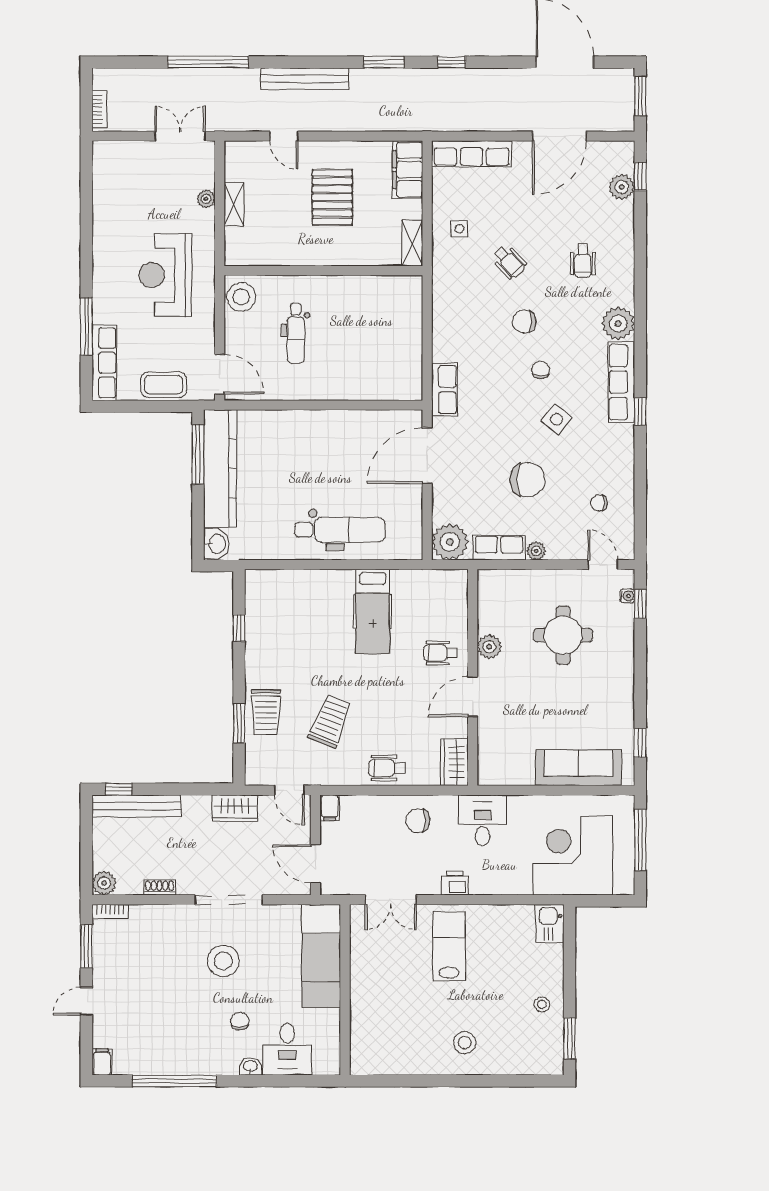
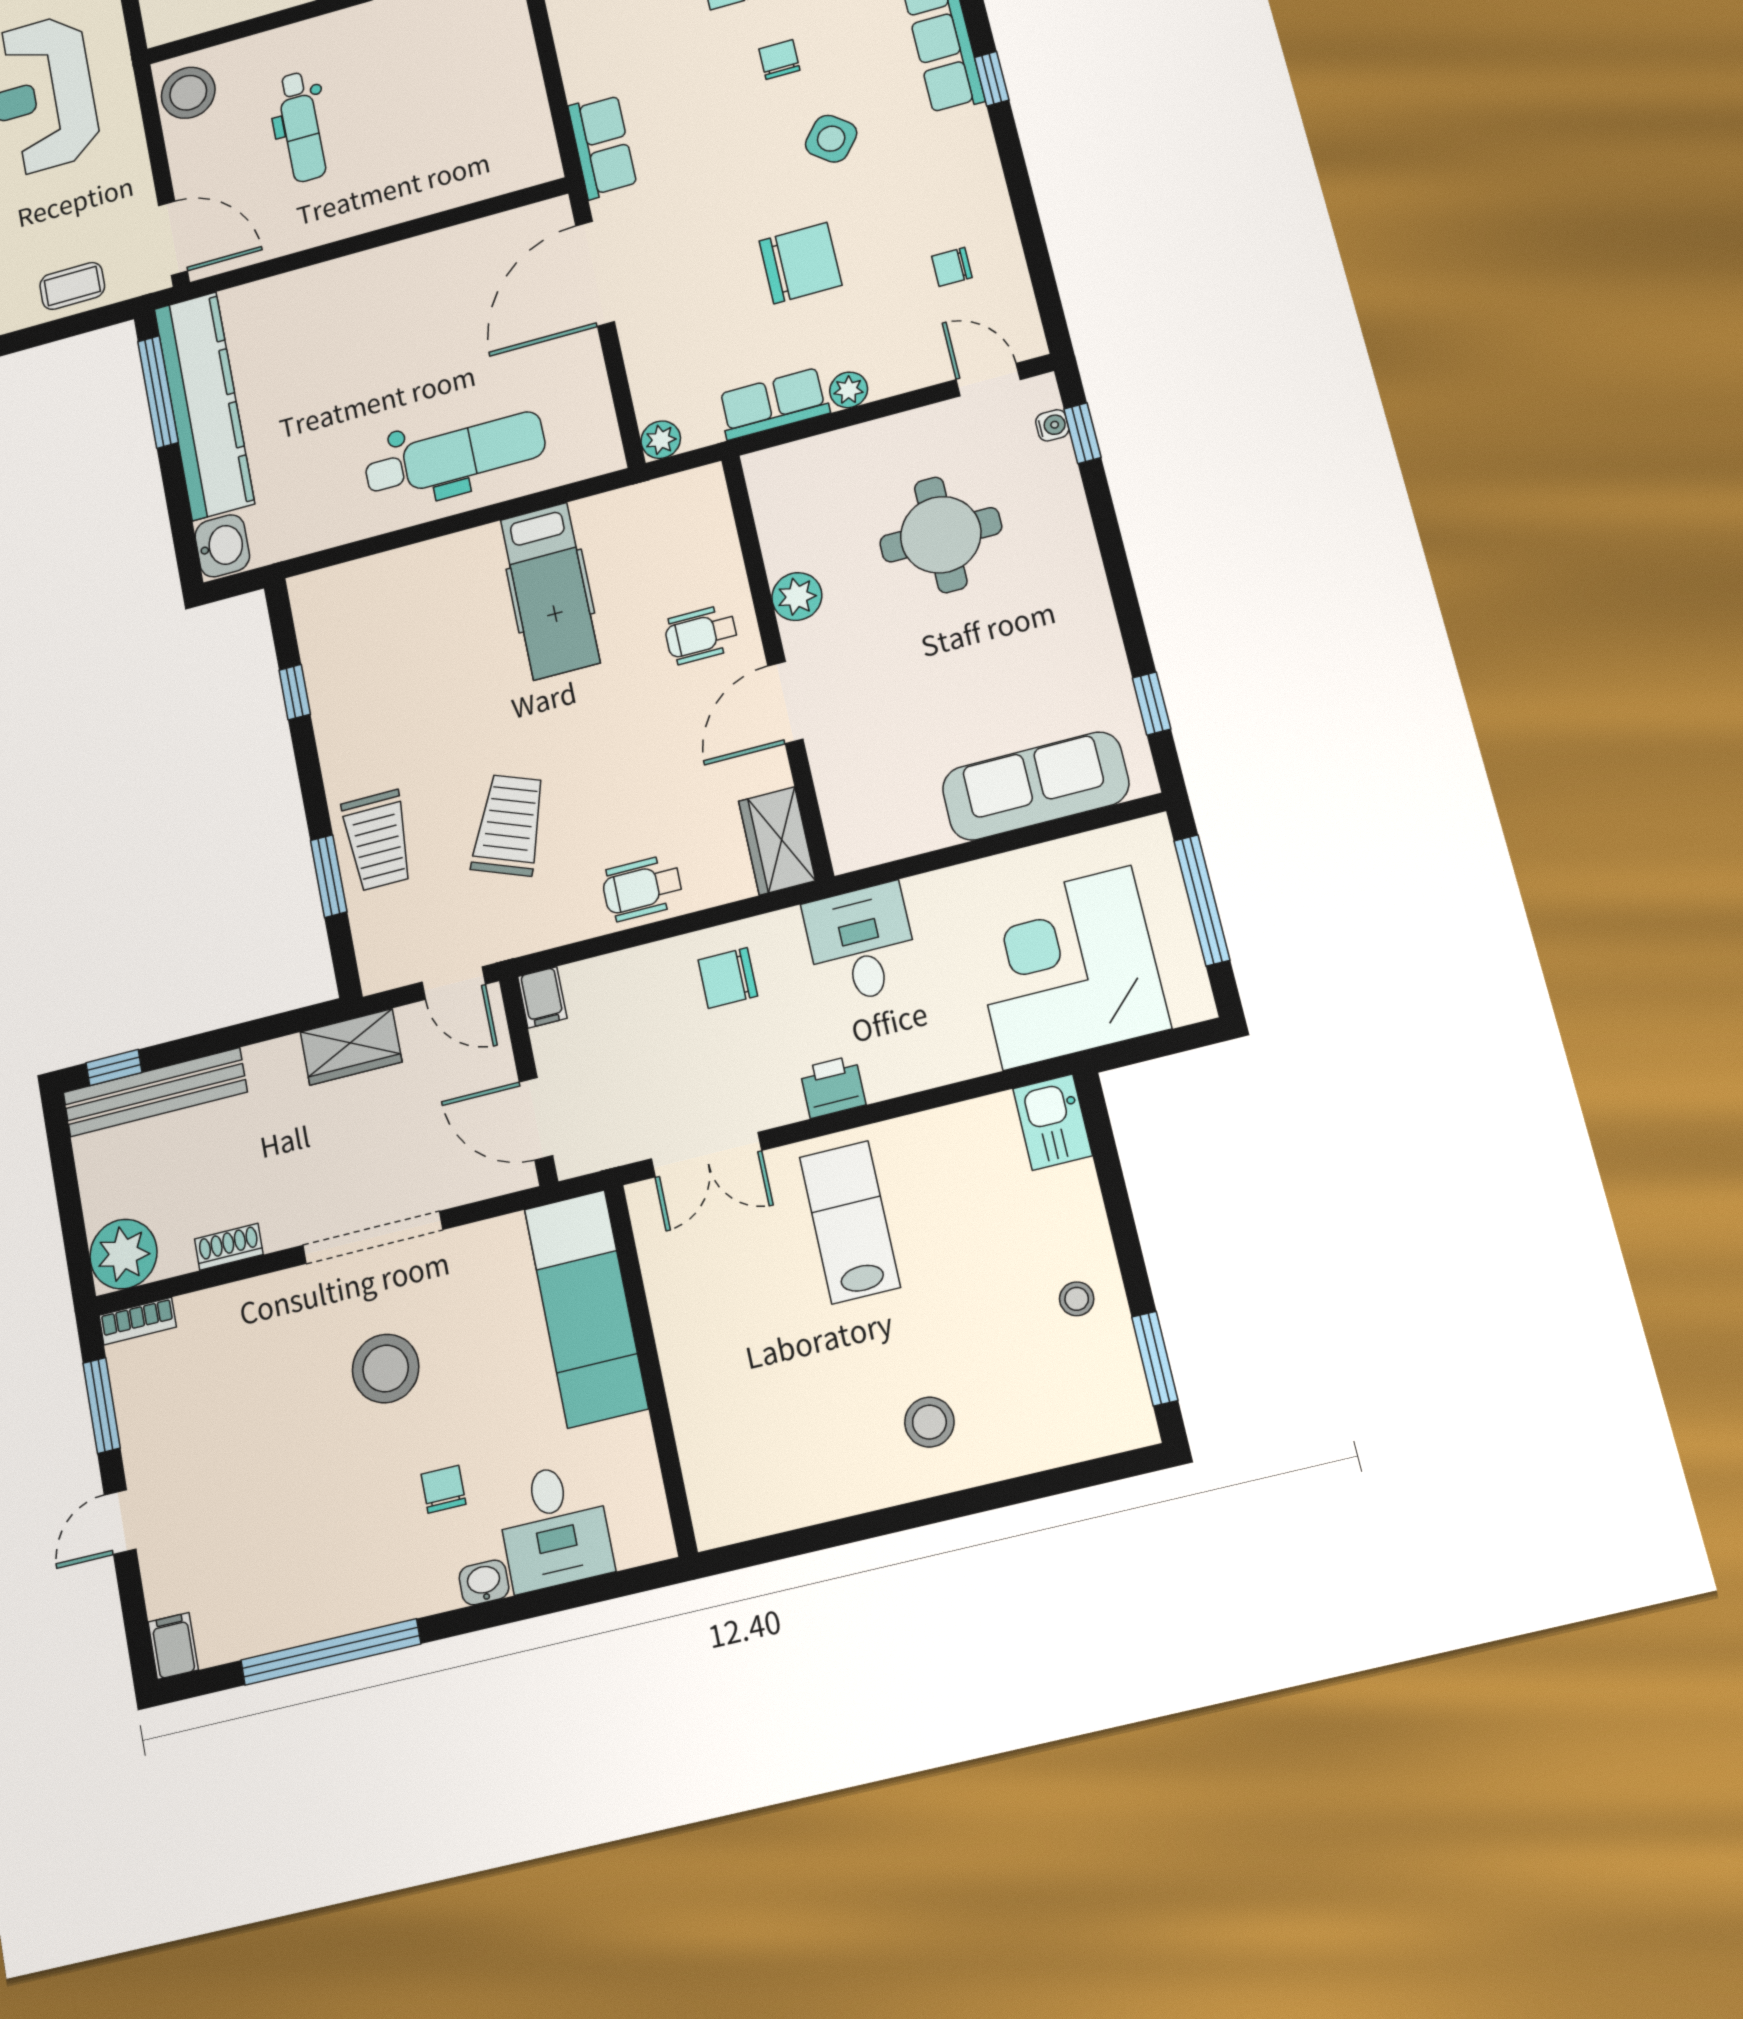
coffee table: (164, 385) -> (72, 286), width x0.73, depth x0.77
plant: (450, 542) -> (661, 440), width x0.53, depth x0.53
plant: (104, 883) -> (123, 1254), width x1.36, depth x1.36

